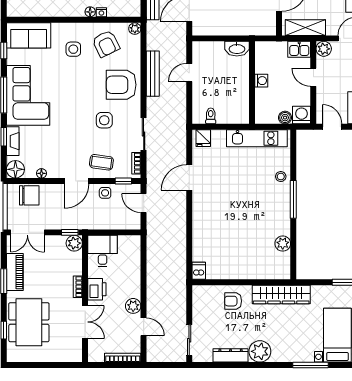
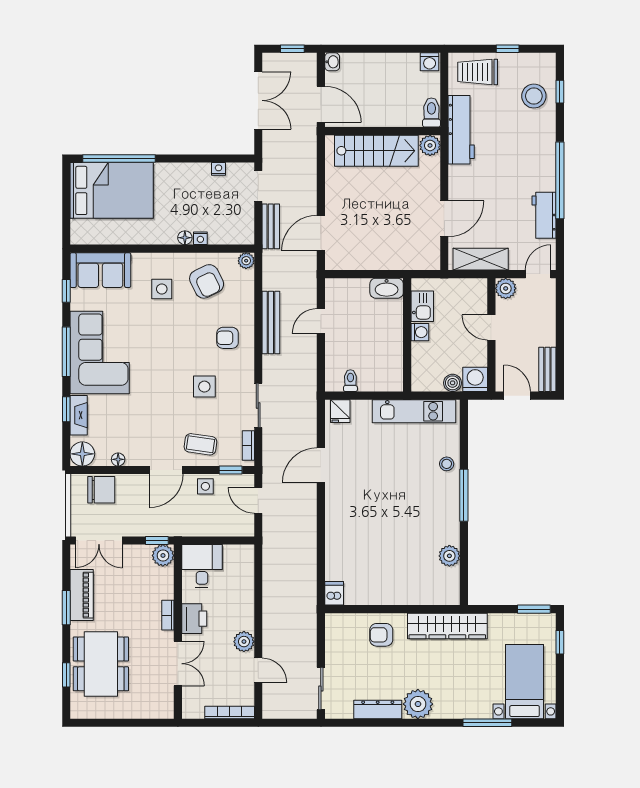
kitchen sink: (299, 49) -> (422, 306), moved, turned -90
armchair: (121, 85) -> (227, 338), width x0.53, depth x0.53

